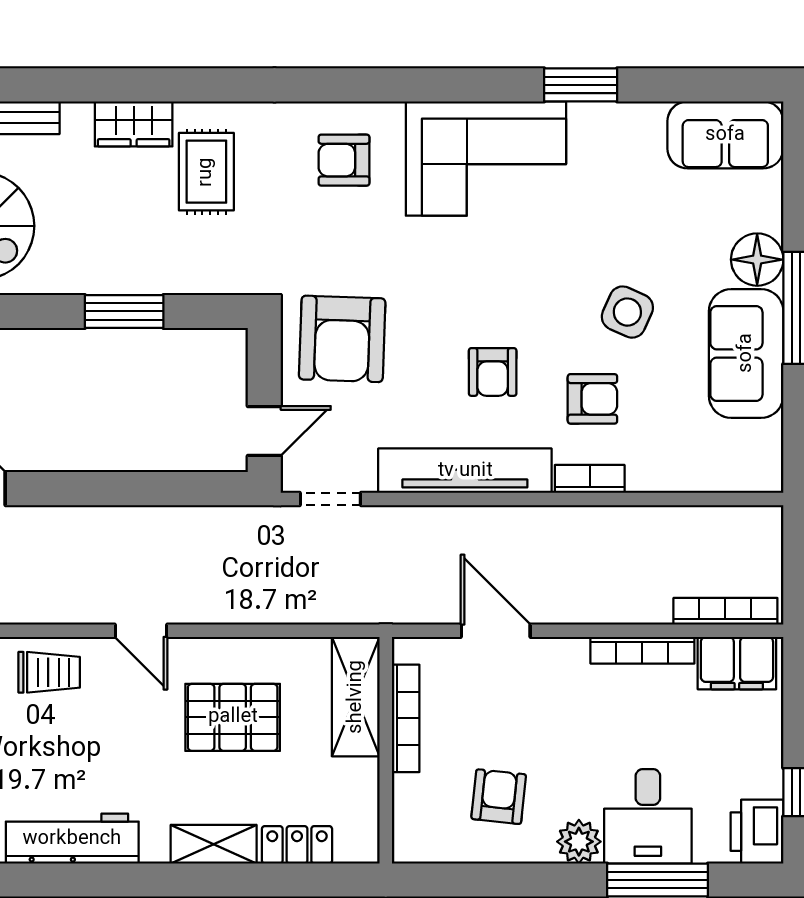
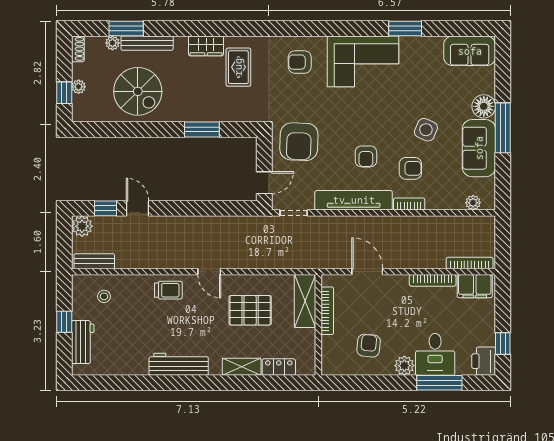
plant: (733, 476) -> (473, 203), added

